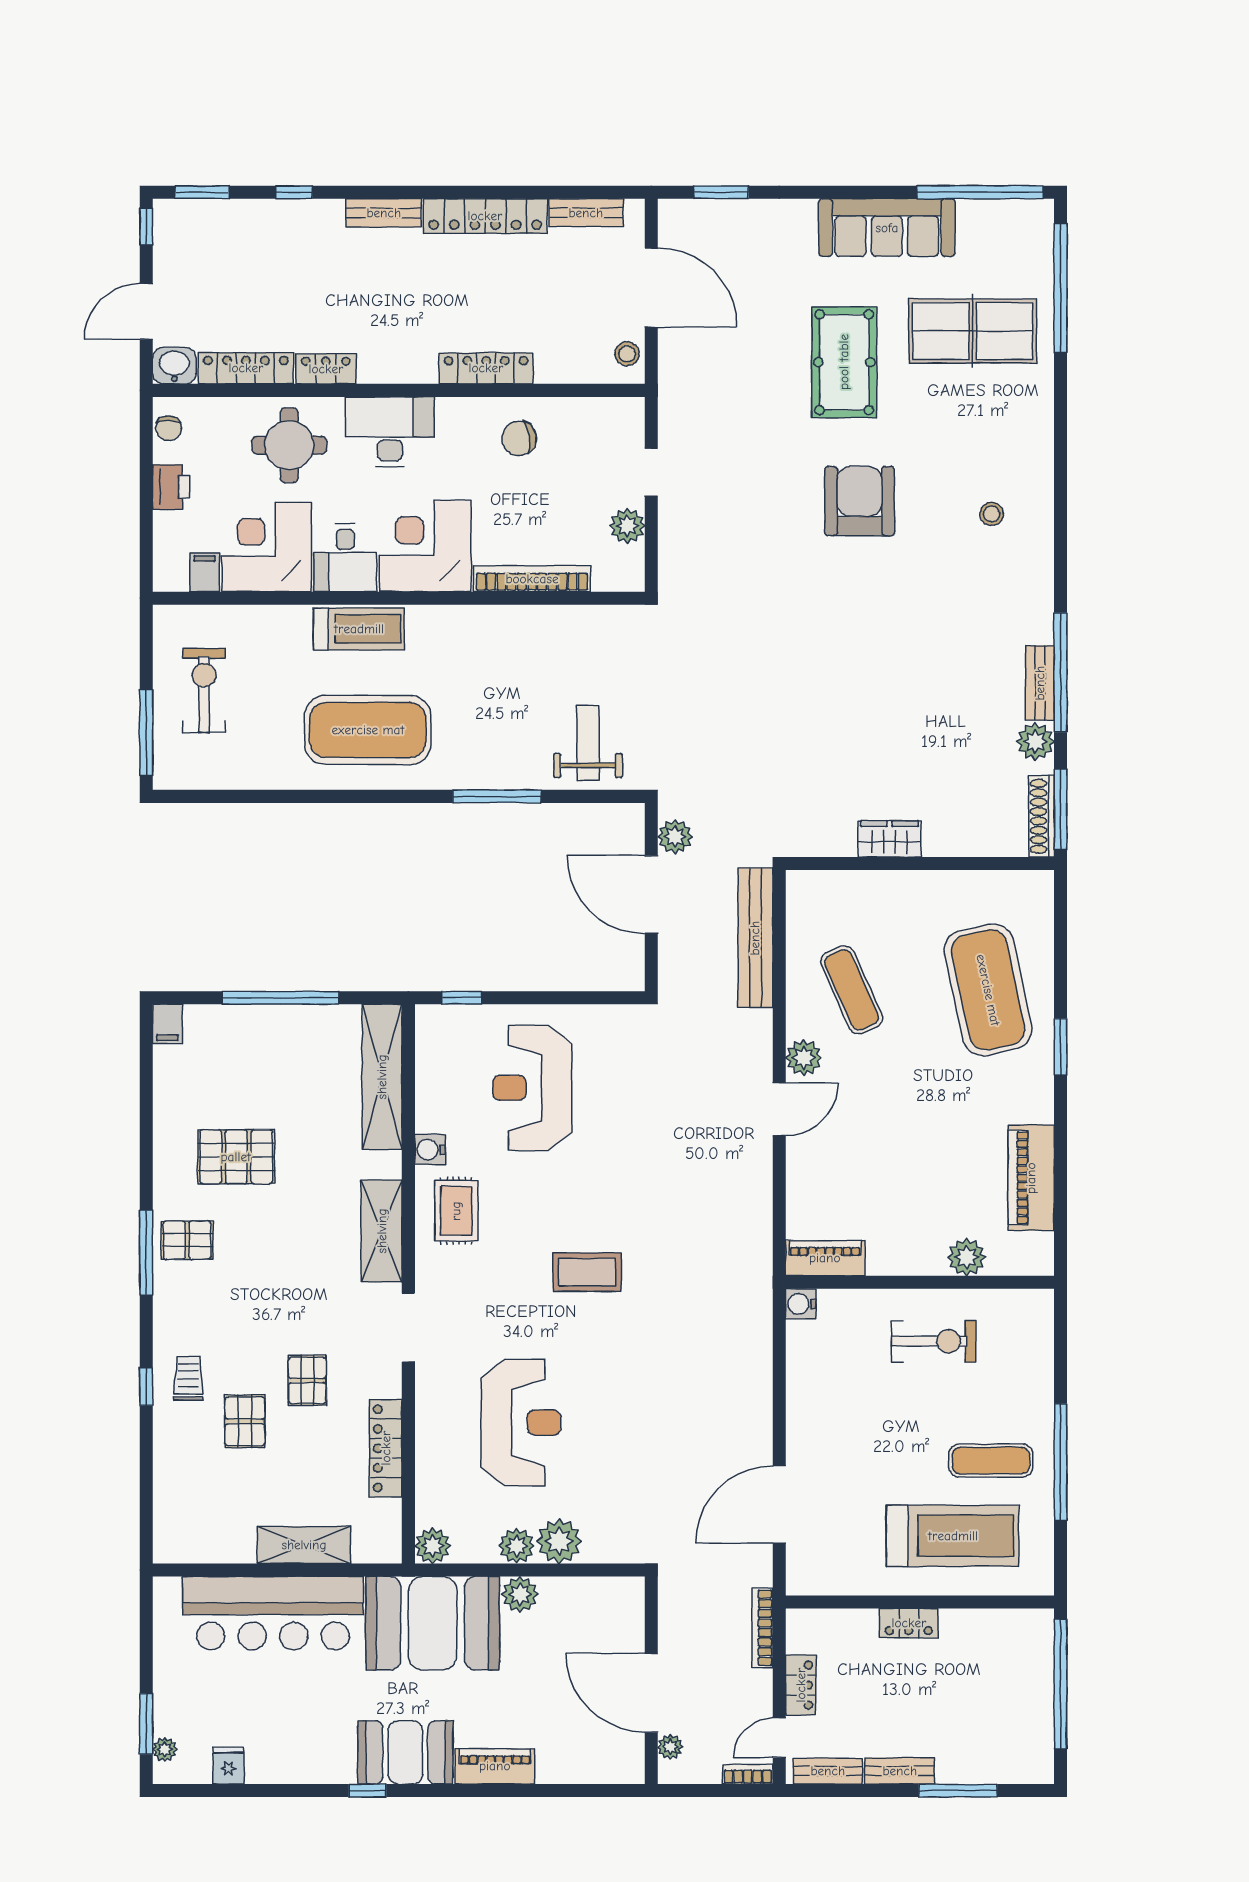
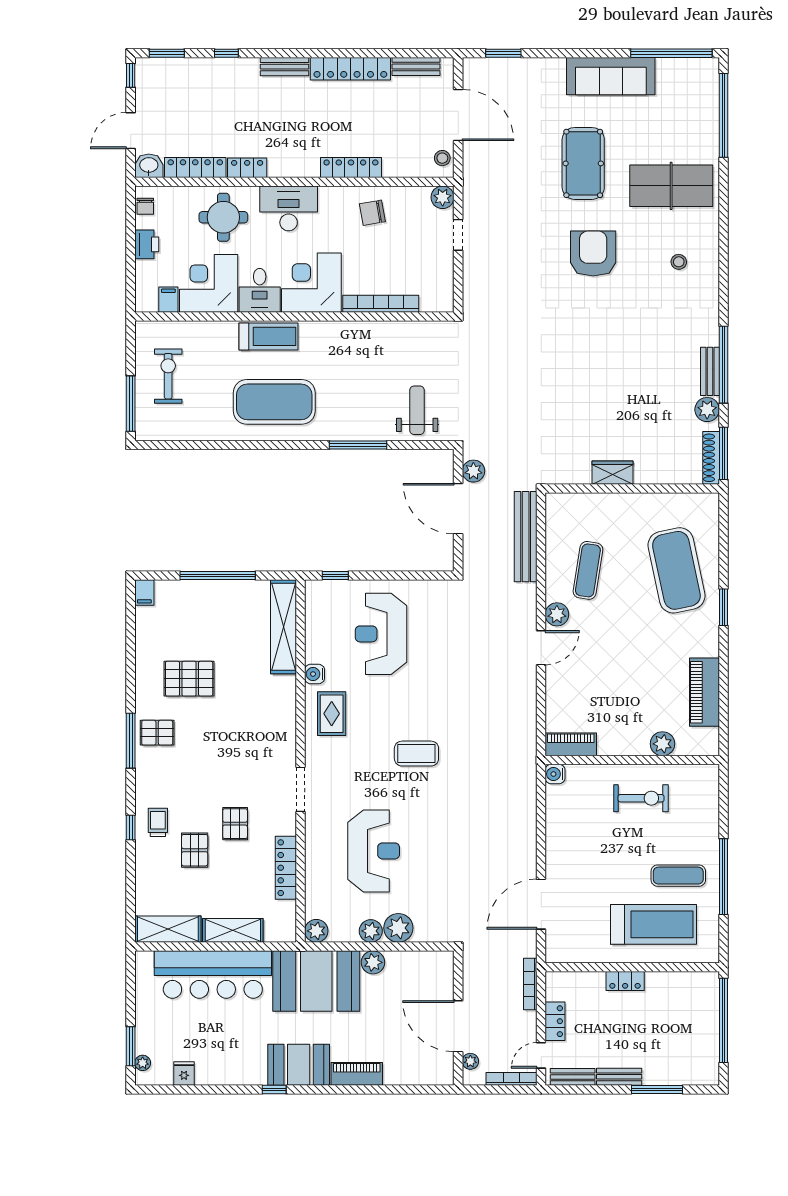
table tennis table: (973, 331) -> (671, 186), moved
plant: (627, 526) -> (443, 197), moved
exercise mat: (852, 990) -> (588, 570), turned 33
shelving: (382, 1231) -> (168, 929), moved, turned 90
bookcase: (748, 1774) -> (511, 1079), width x1.56

